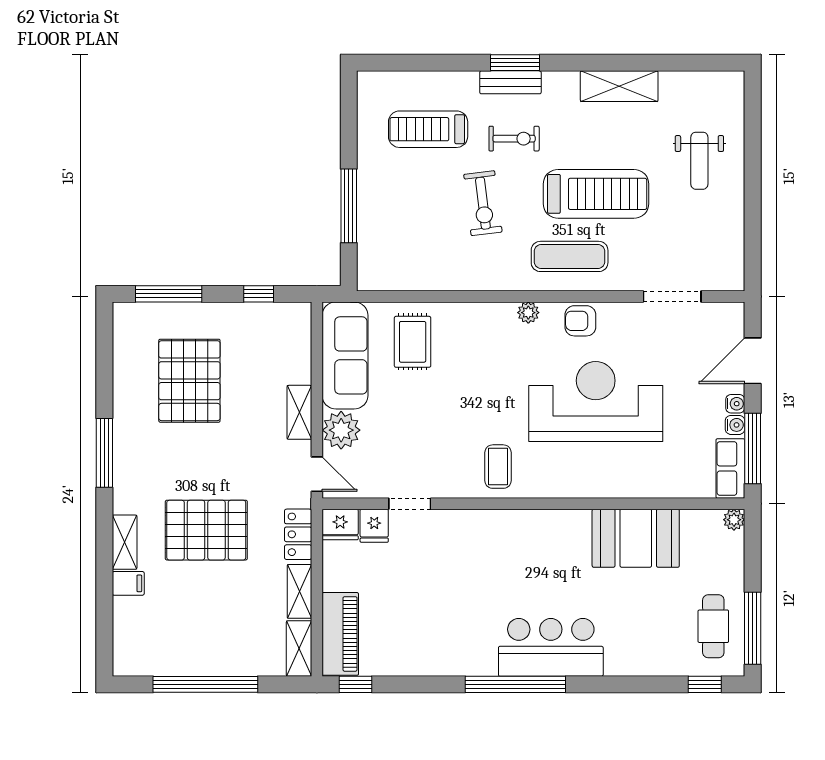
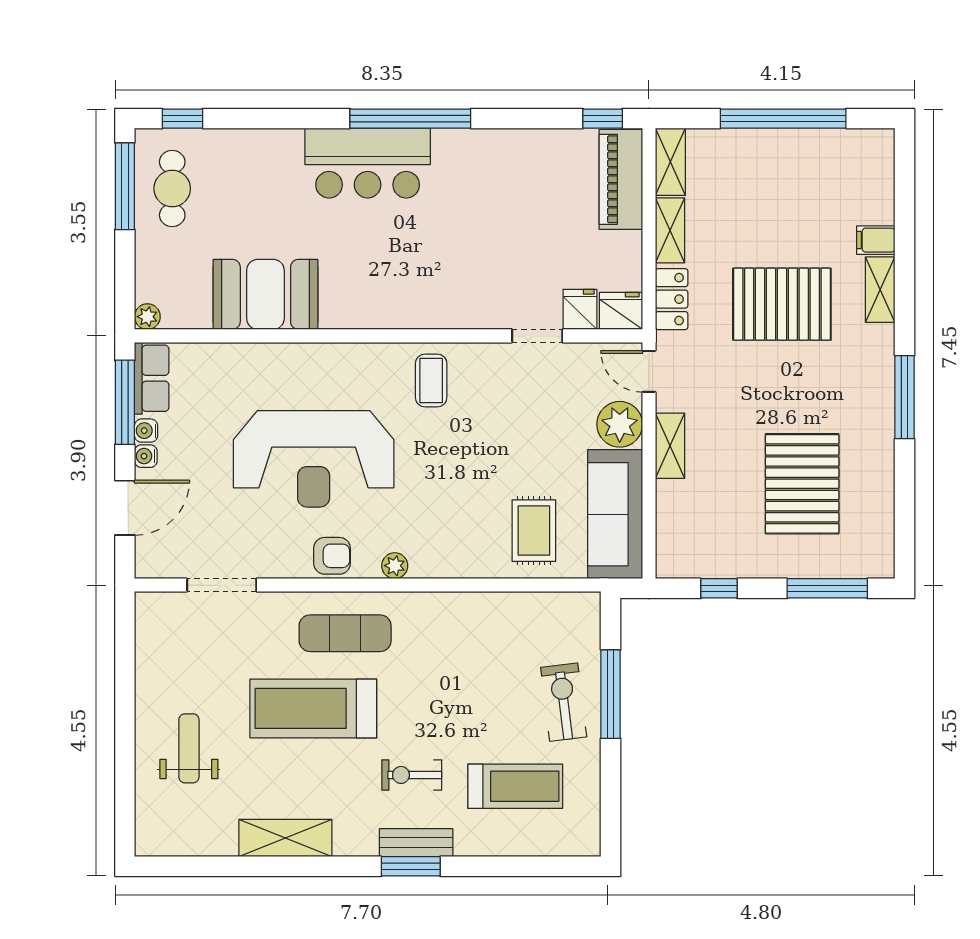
exercise bike: (483, 203) -> (564, 702), moved

